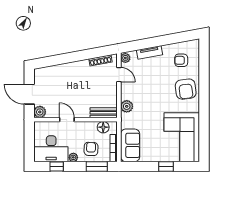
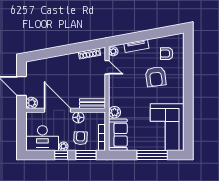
armchair: (186, 89) -> (156, 77), moved
plant: (127, 106) -> (115, 112), moved
door: (67, 120) -> (58, 110), width x1.87
floor lamp: (103, 127) -> (78, 117), moved
window: (57, 167) -> (61, 155), moved
window: (166, 167) -> (152, 155), width x2.17

